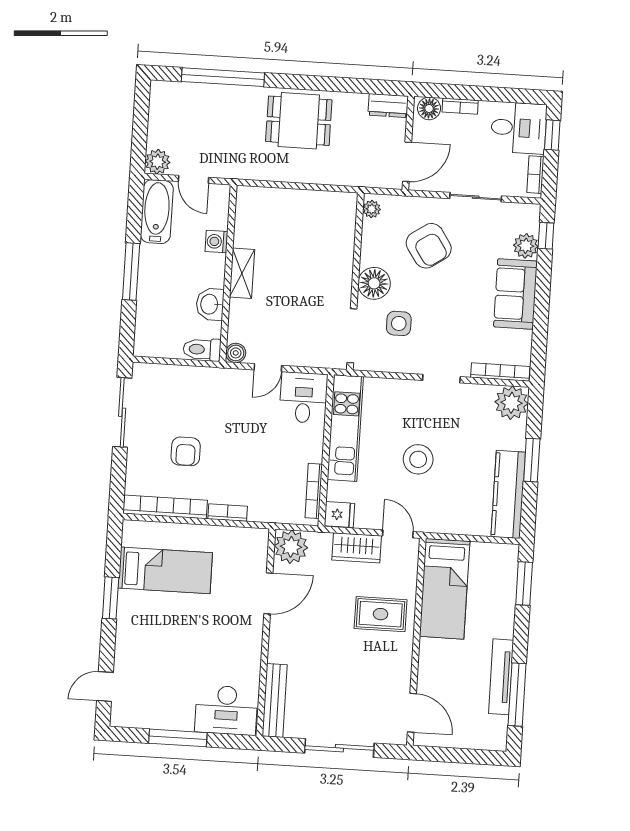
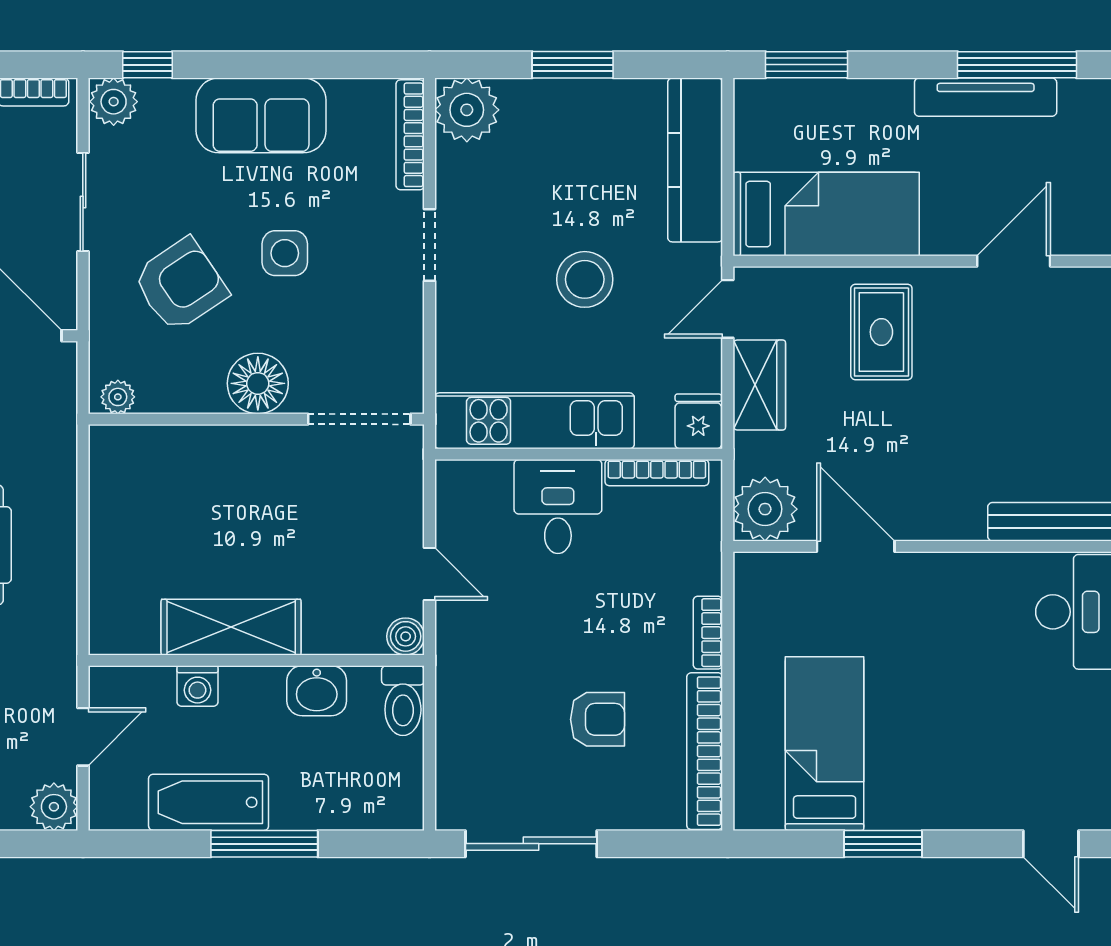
bathtub: (157, 212) -> (209, 802), moved
plant: (526, 246) -> (114, 102), moved
shelving: (242, 273) -> (231, 627), width x1.50, depth x1.33
side table: (399, 323) -> (285, 253), moved
desk: (304, 398) -> (558, 507), moved, turned 90
kitchen counter: (508, 494) -> (695, 160), moved, turned 90
door: (412, 713) -> (1014, 261), moved

